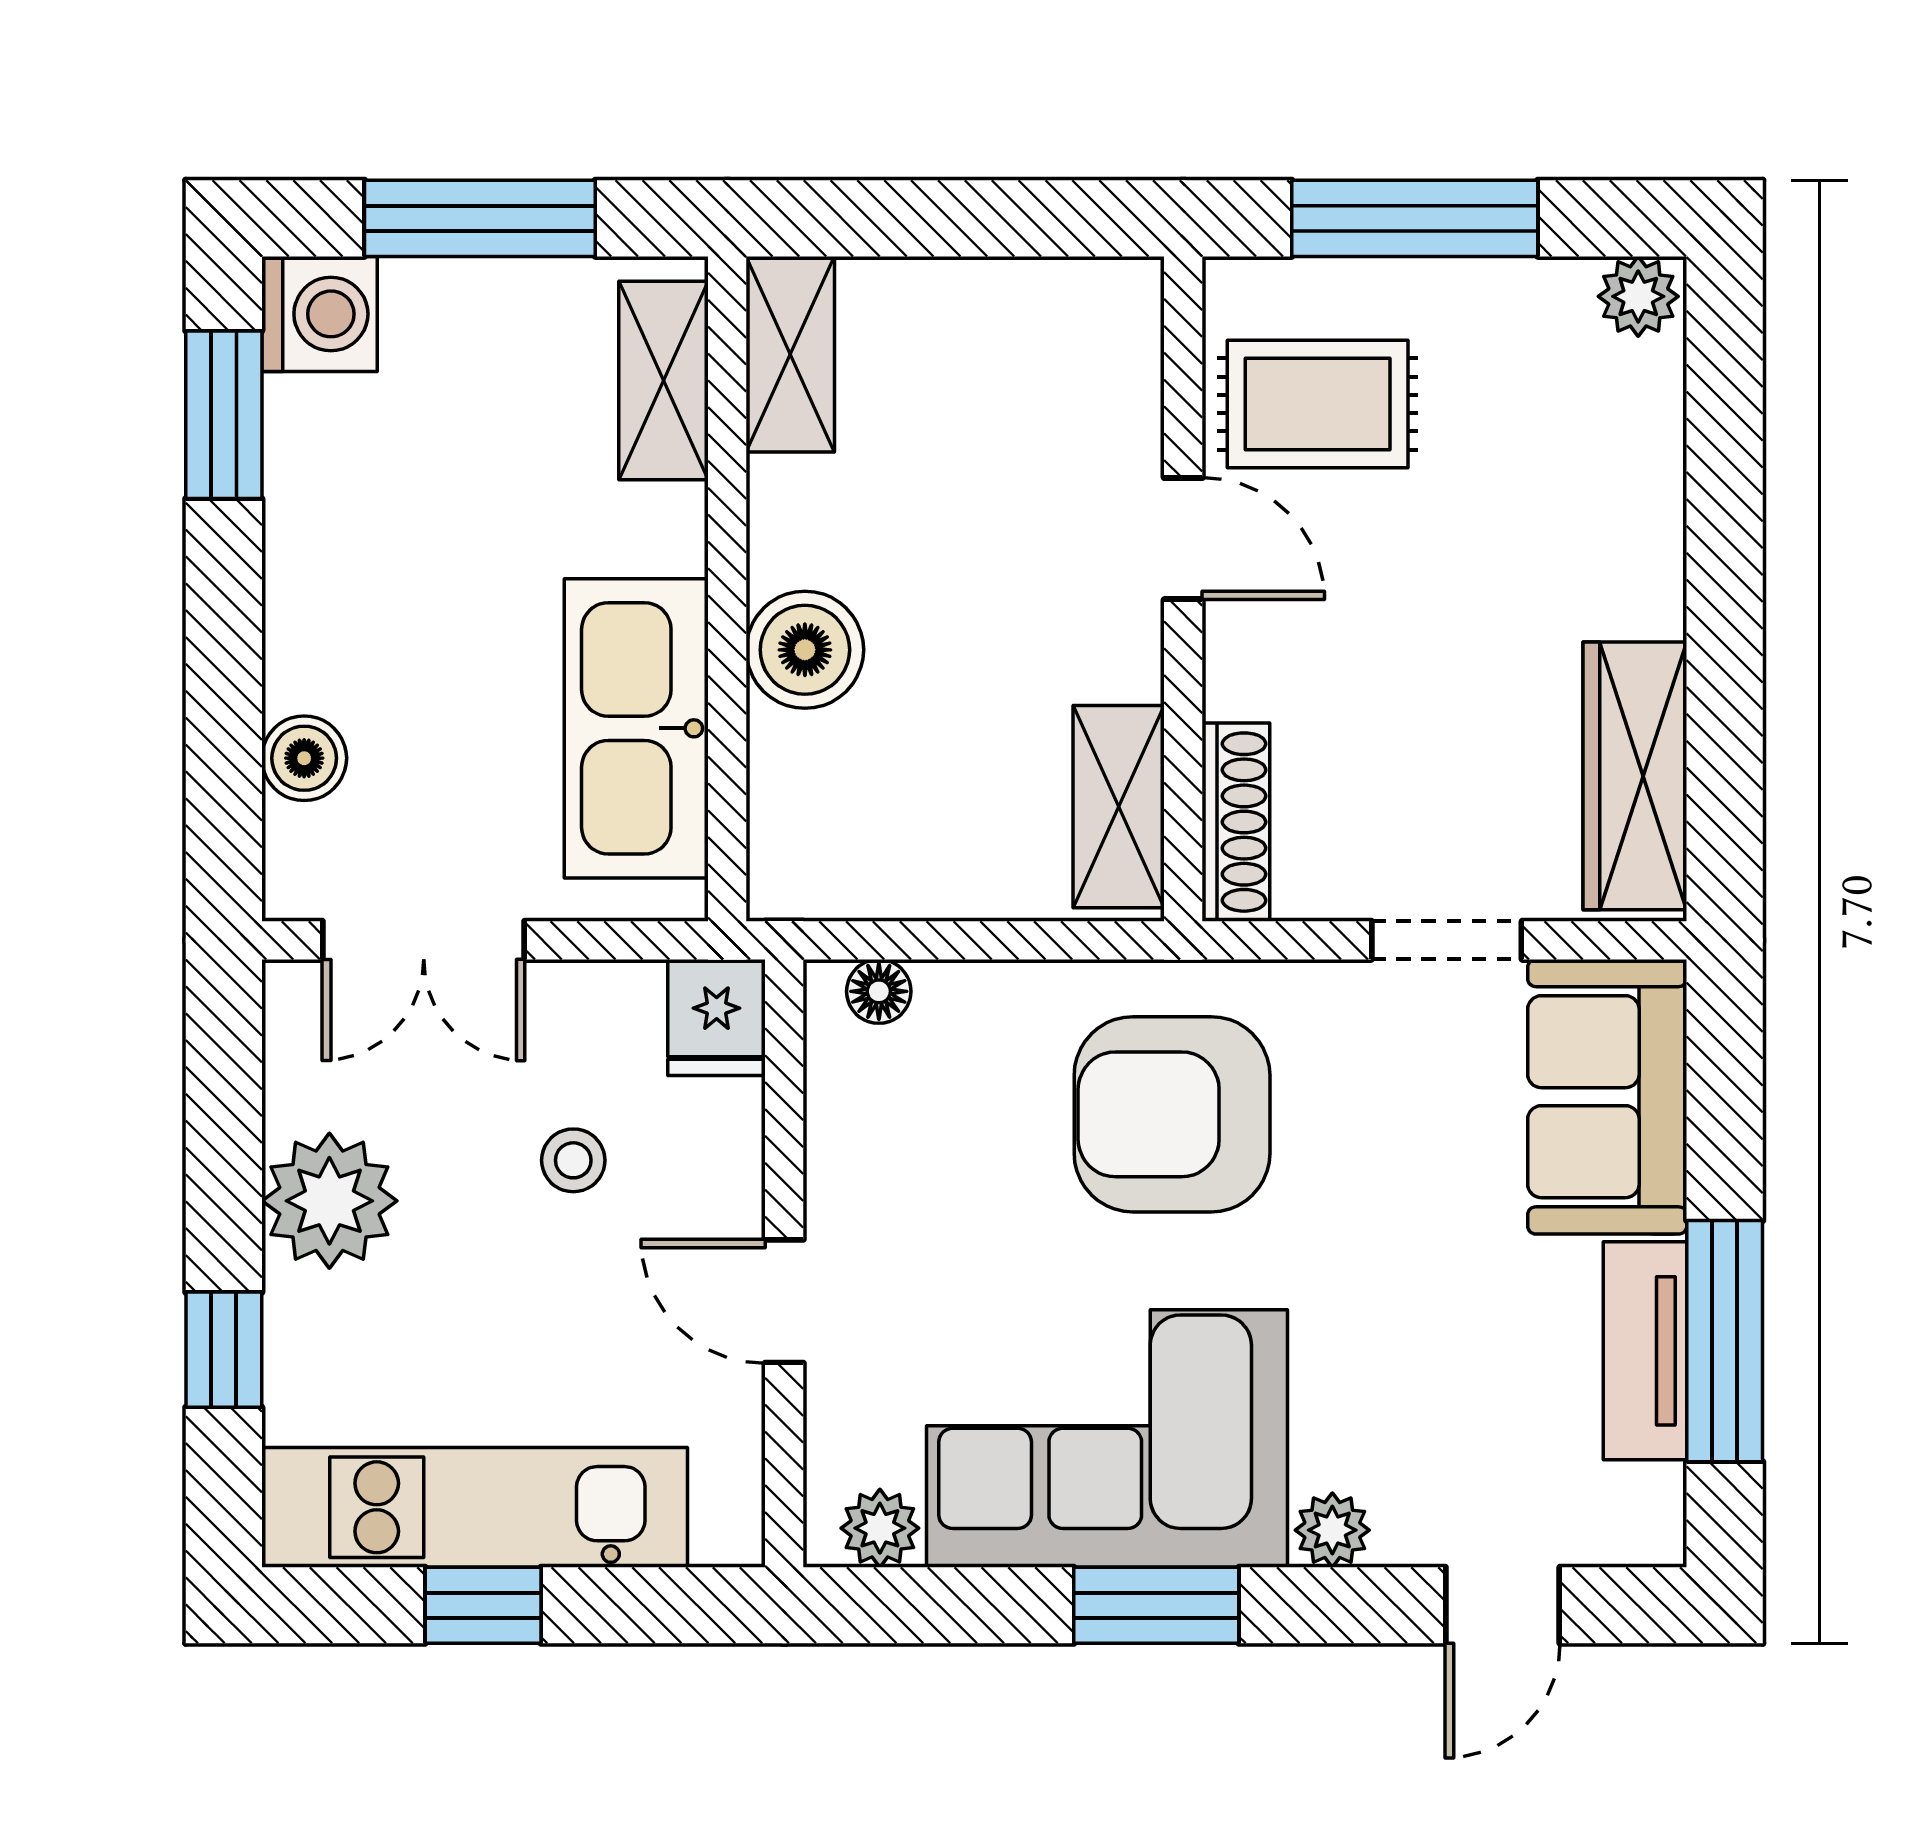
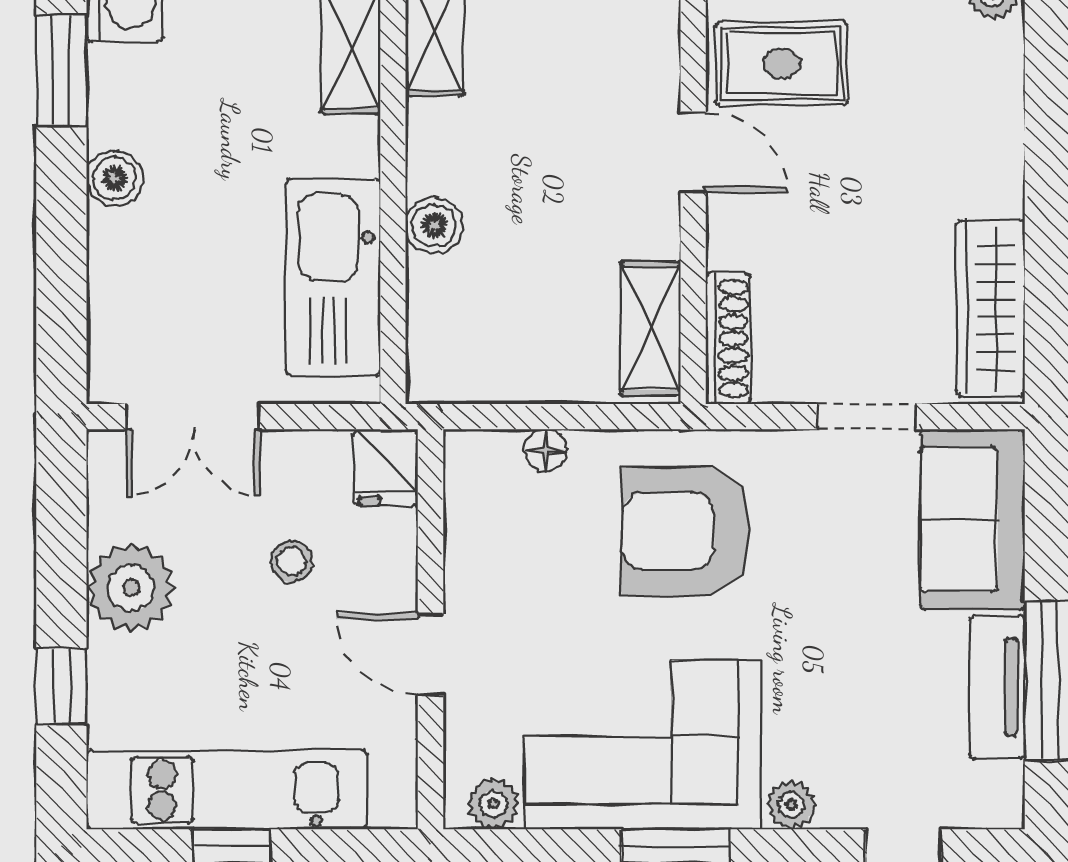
boiler: (805, 650) -> (434, 225), width x0.73, depth x0.73
boiler: (304, 758) -> (114, 178), moved
floor lamp: (879, 991) -> (546, 450), moved

